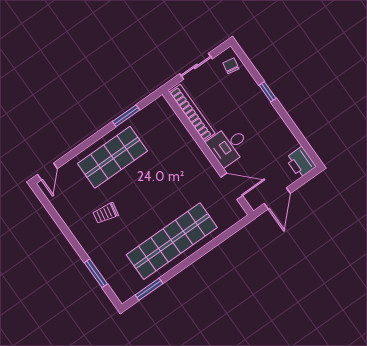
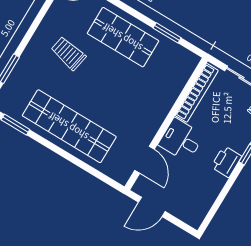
printer: (301, 162) -> (226, 162), moved
trolley: (106, 213) -> (68, 53), width x1.36, depth x1.39

